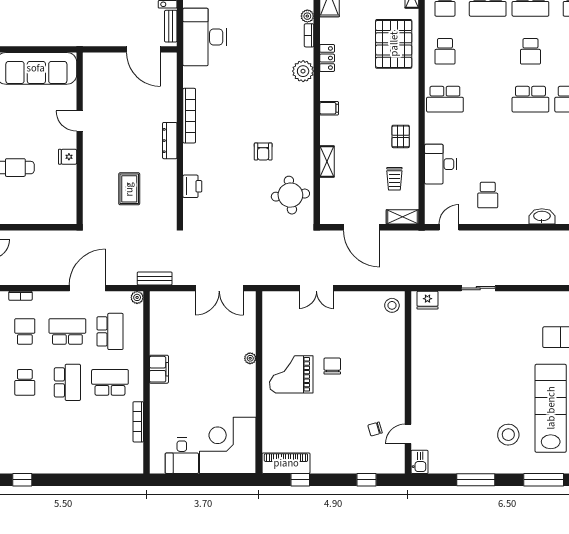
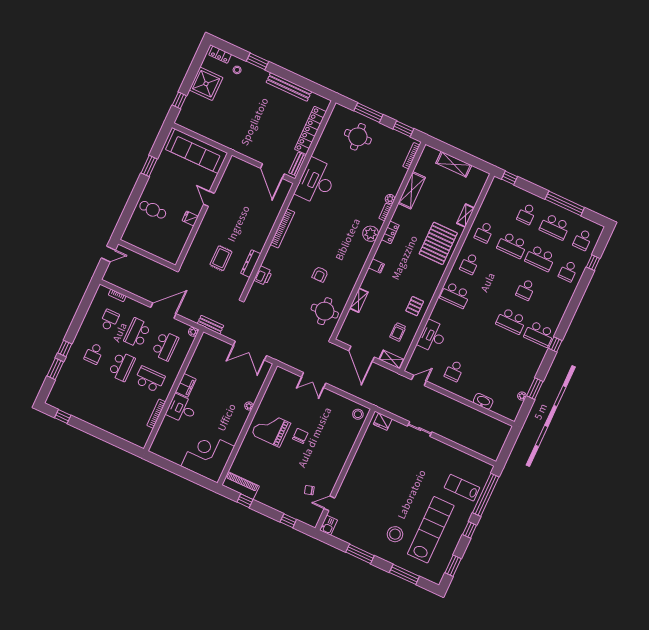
dresser: (170, 141) -> (251, 264), moved
school desk: (67, 331) -> (137, 333), turned -90
desk: (182, 456) -> (182, 409), moved, turned 90

